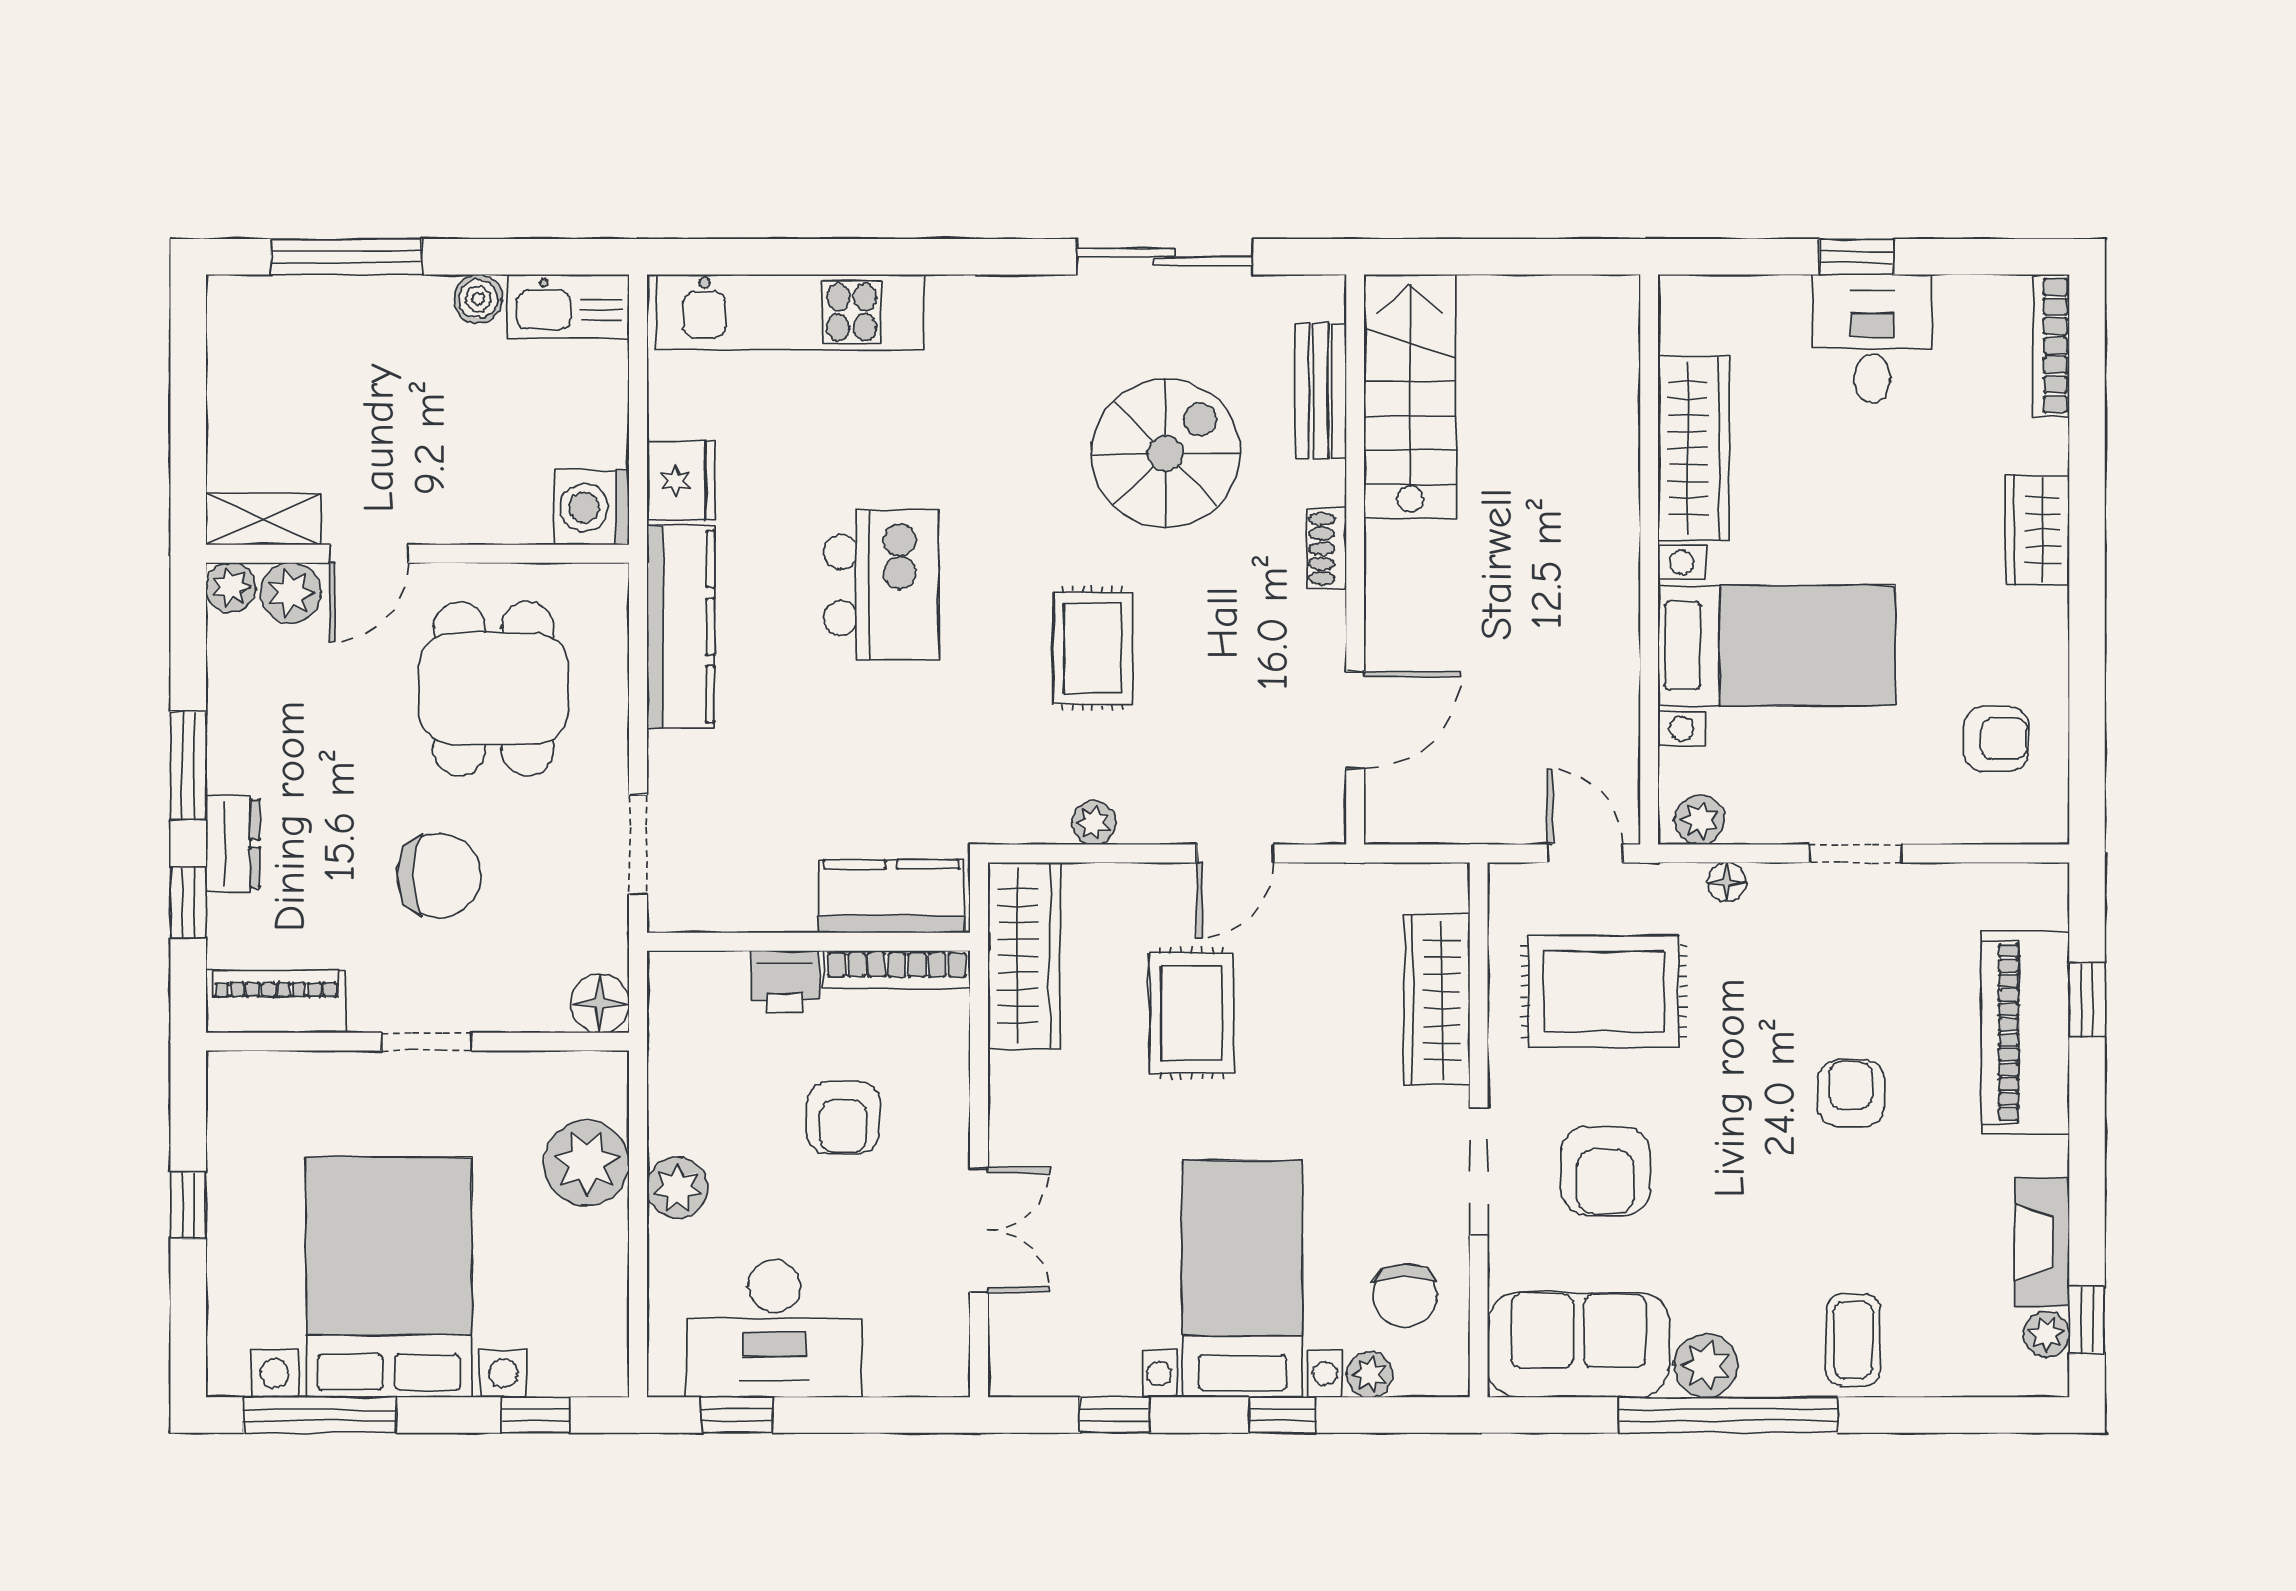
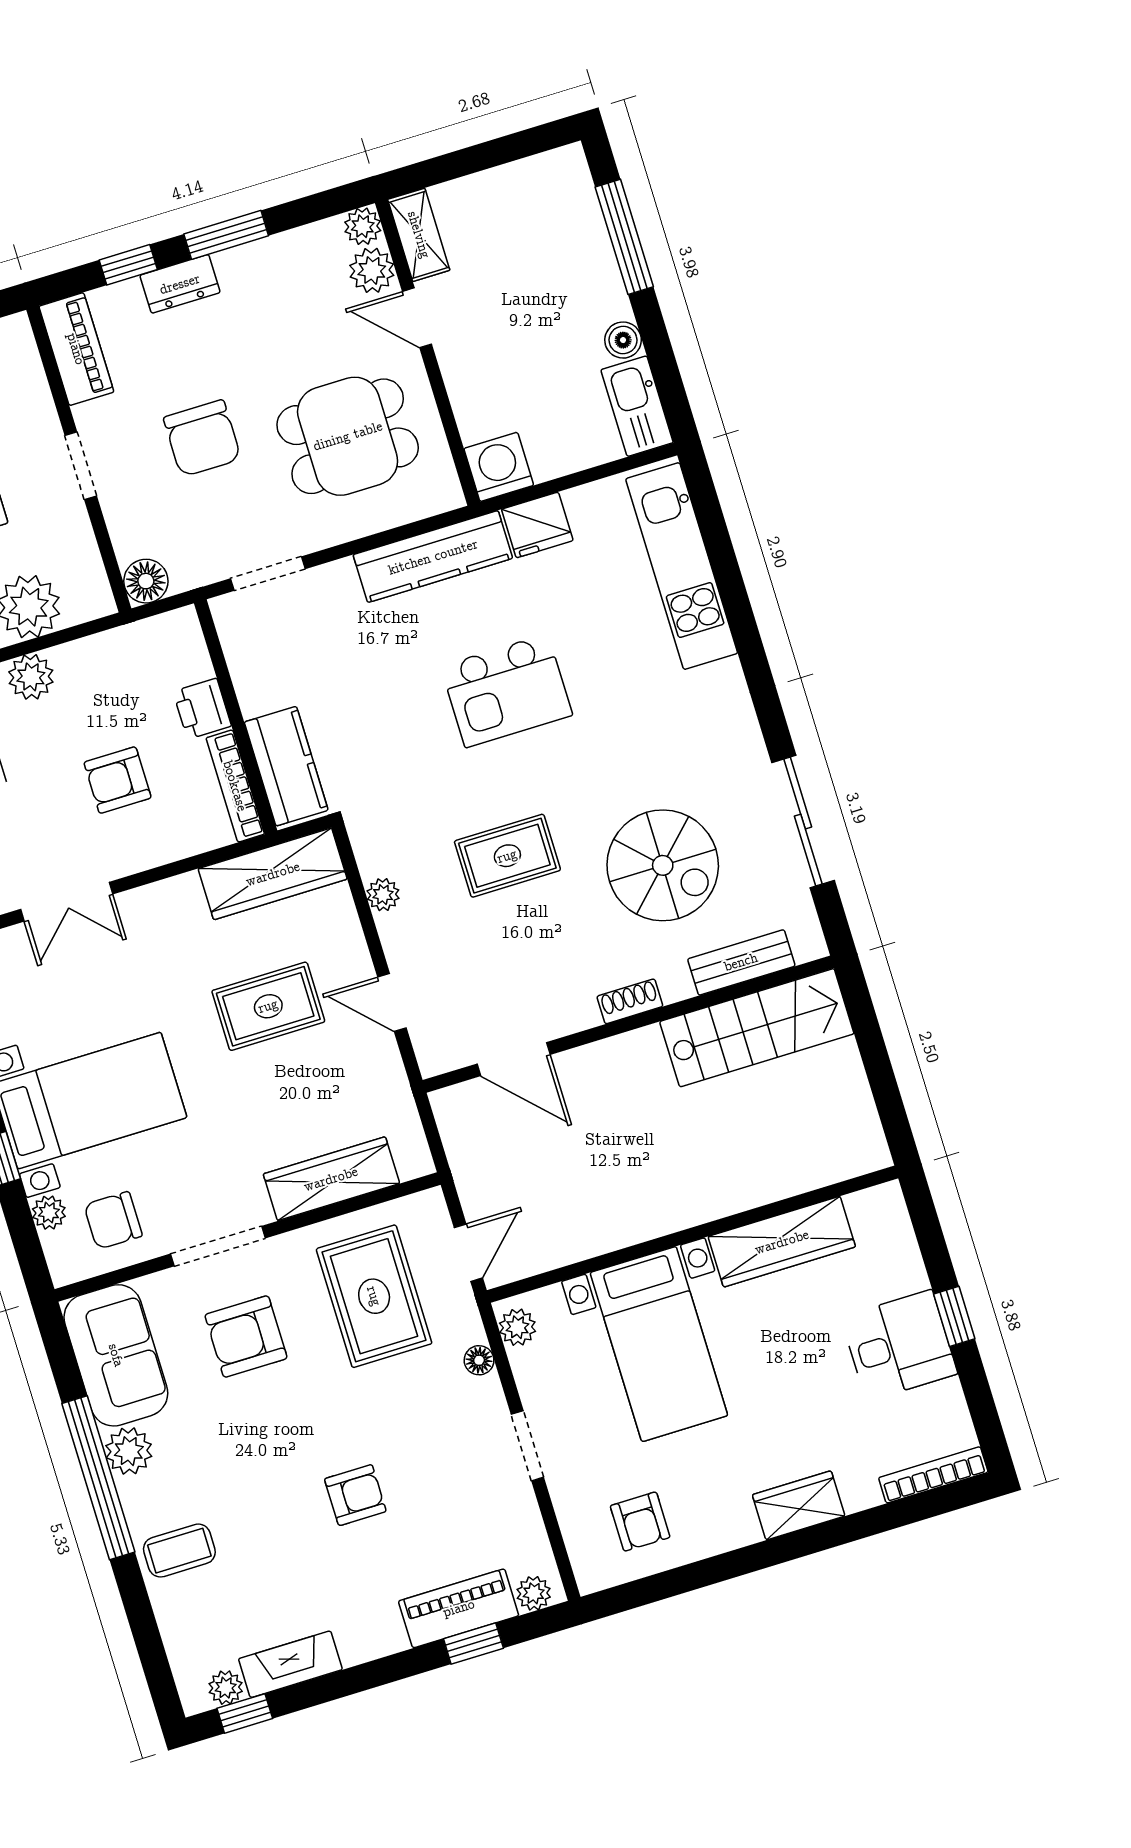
plant: (2046, 903) -> (534, 1593), added
piano: (2025, 1032) -> (459, 1608), width x0.73, depth x0.75

